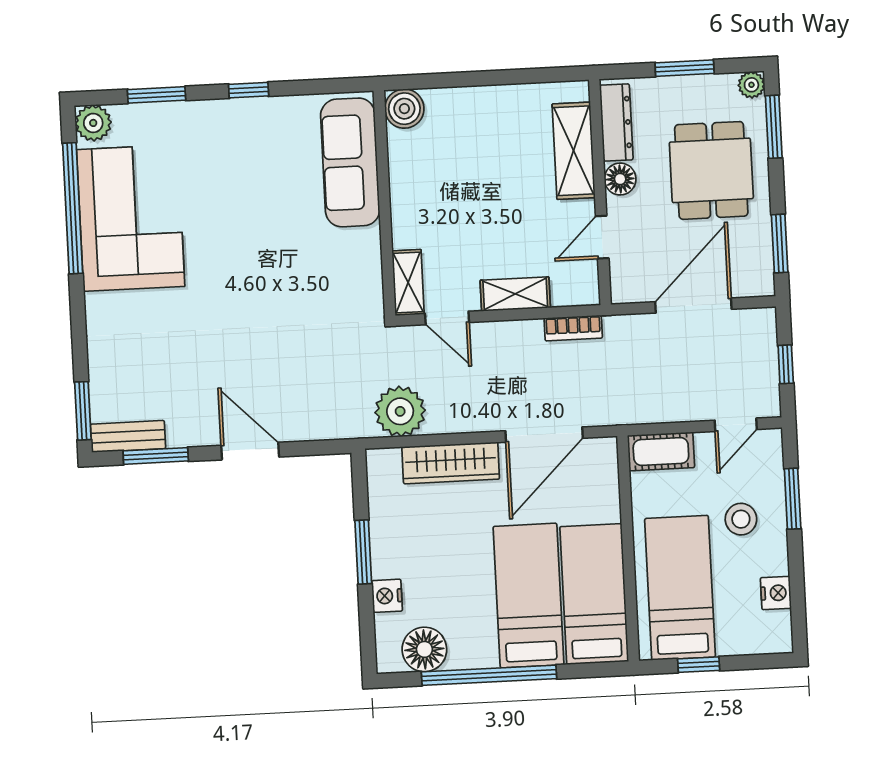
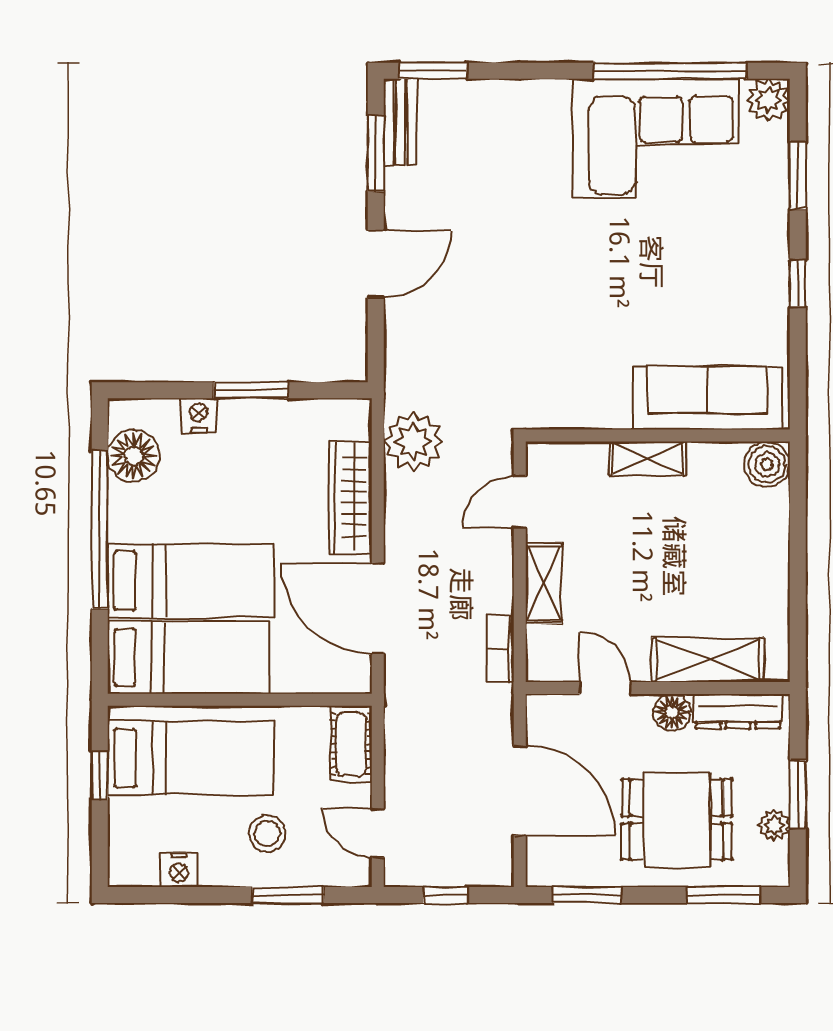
plant: (751, 85) -> (774, 825), moved
shelving: (408, 282) -> (648, 459), moved

